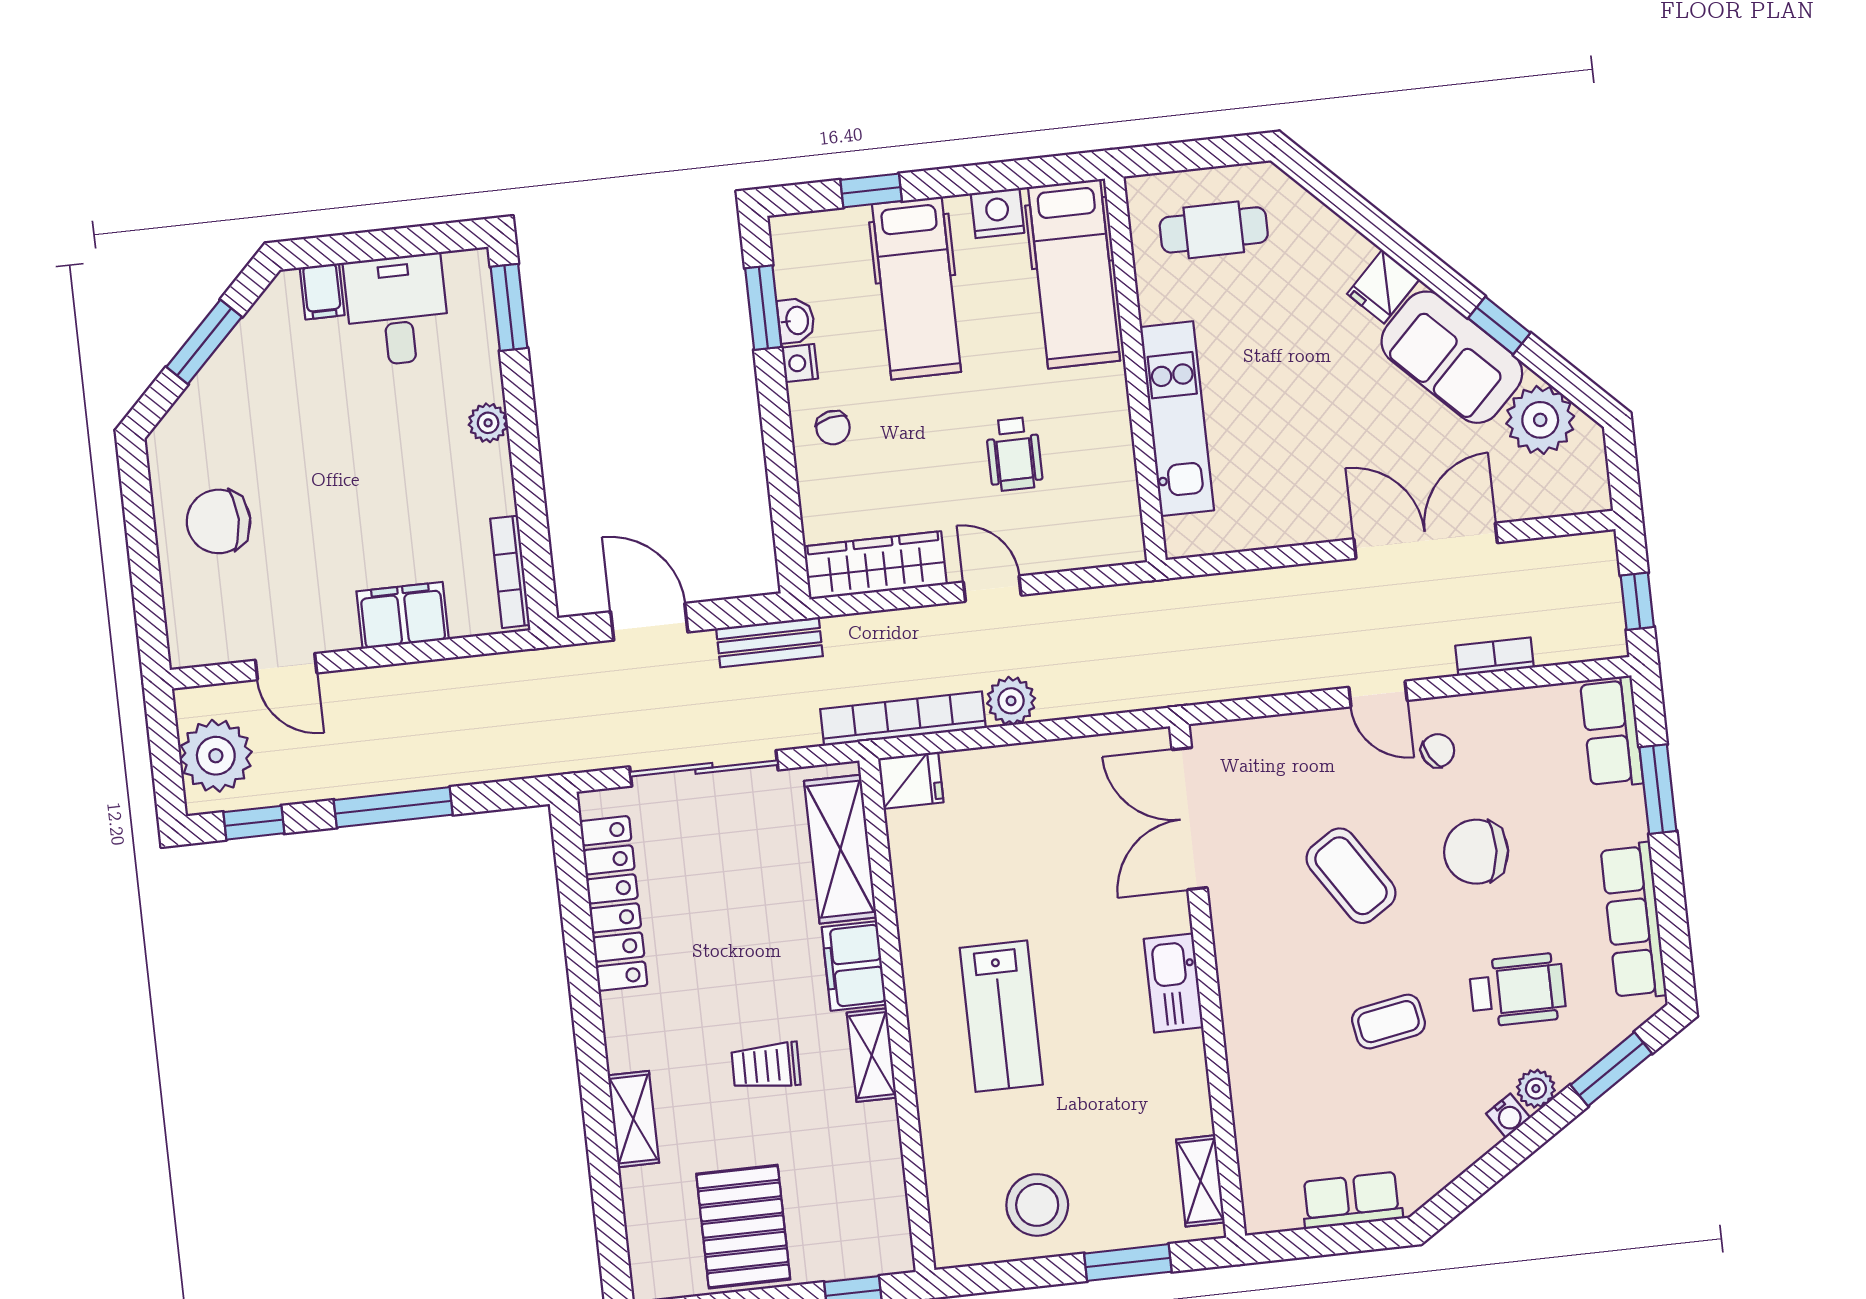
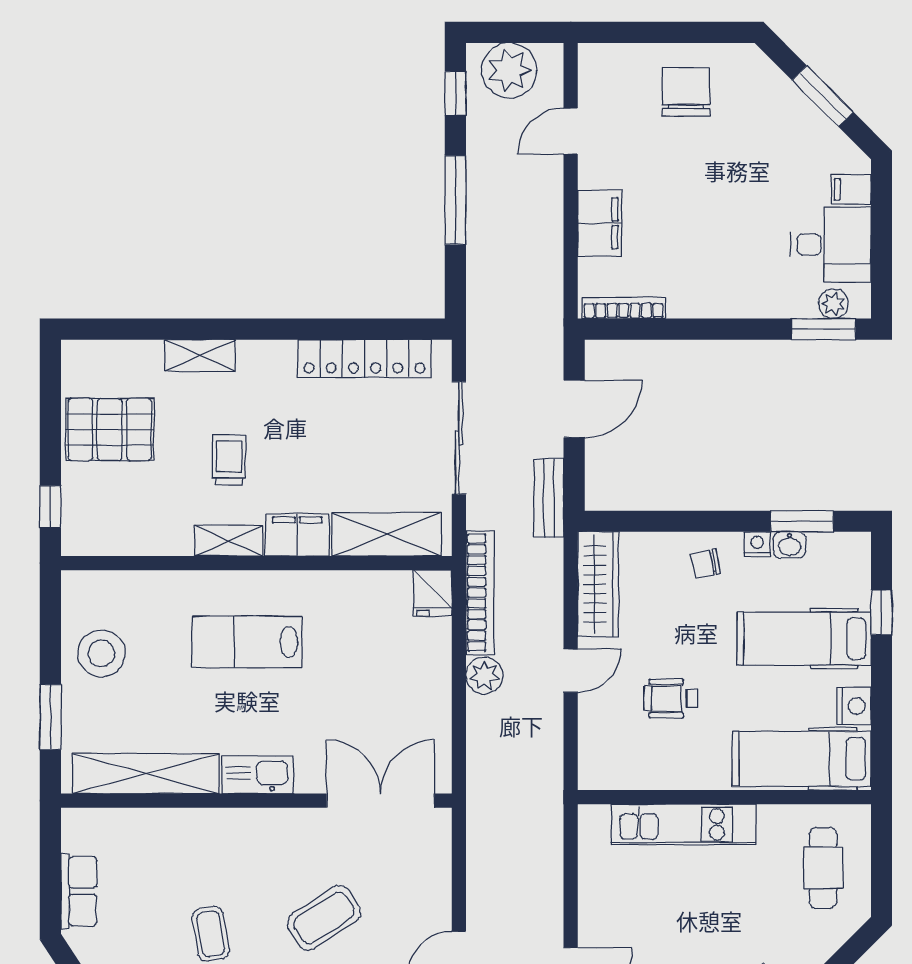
plant: (488, 423) -> (833, 304), moved
shelving: (1201, 1181) -> (146, 774), width x2.20, depth x1.33

